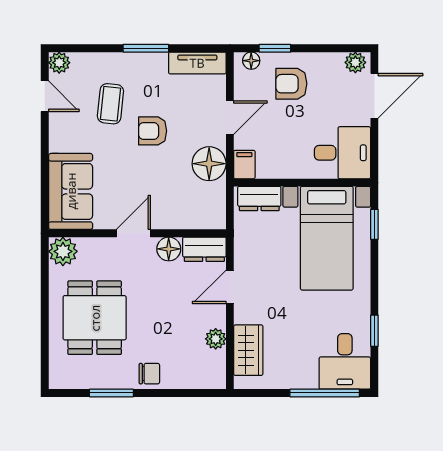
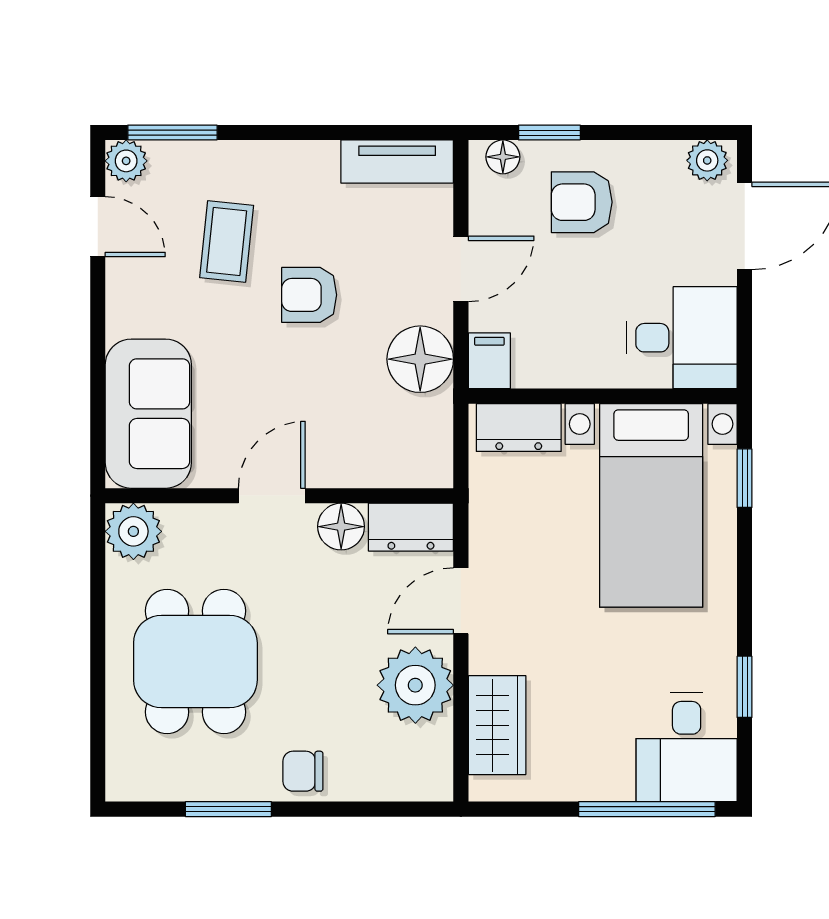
window: (146, 48) -> (172, 133), moved
plant: (216, 339) -> (415, 685), width x1.88, depth x1.88
chair: (149, 374) -> (303, 771), turned 180

